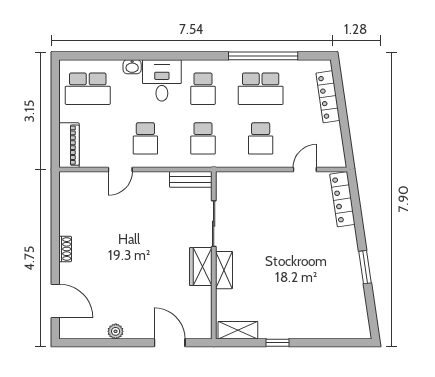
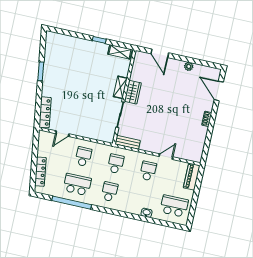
desk: (162, 80) -> (132, 201), removed

